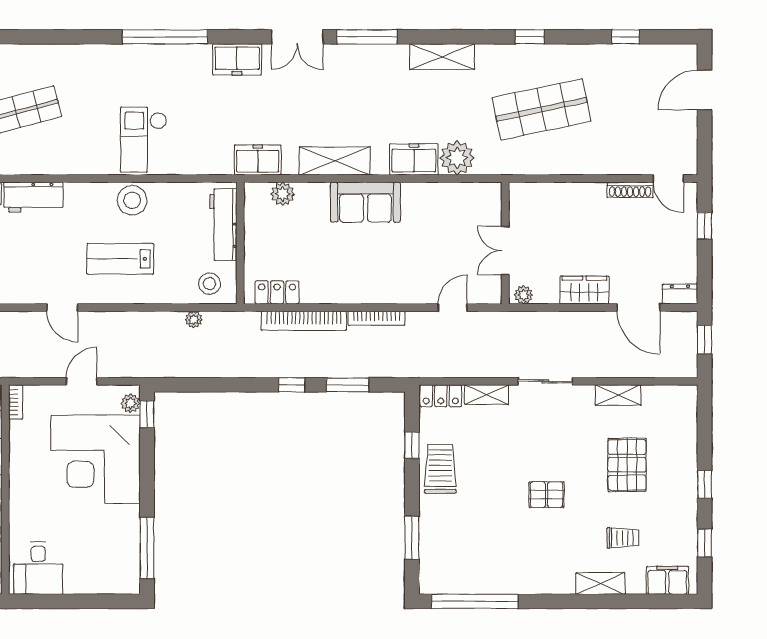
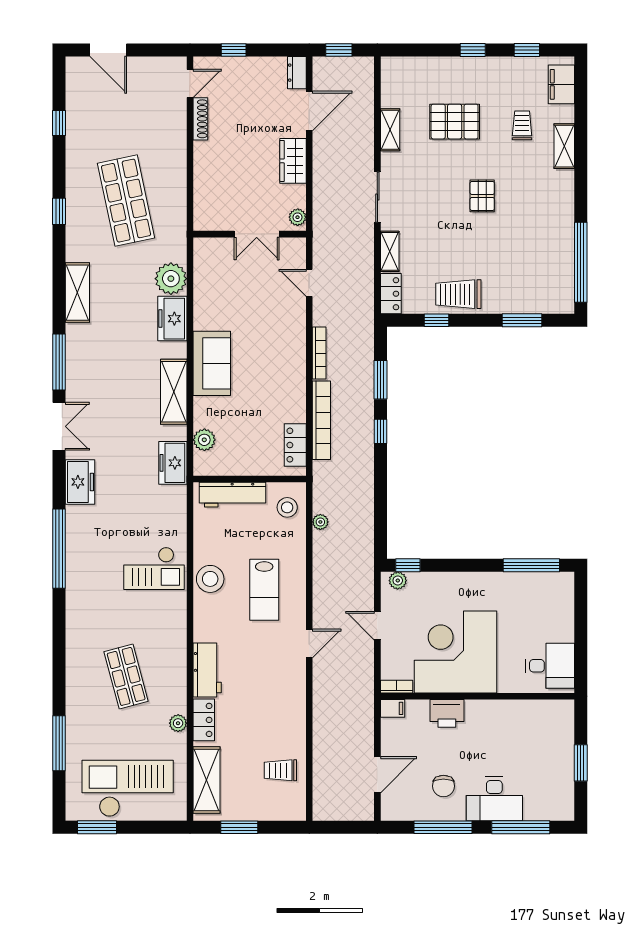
corner desk: (96, 459) -> (455, 652), moved, turned 180

